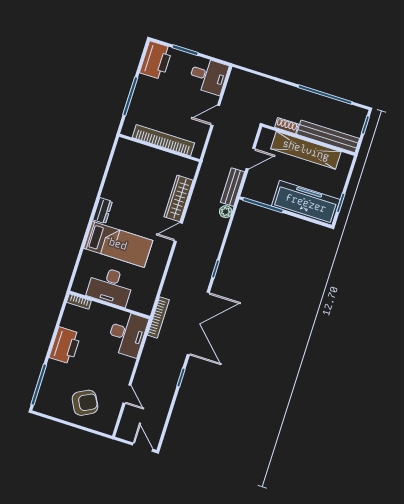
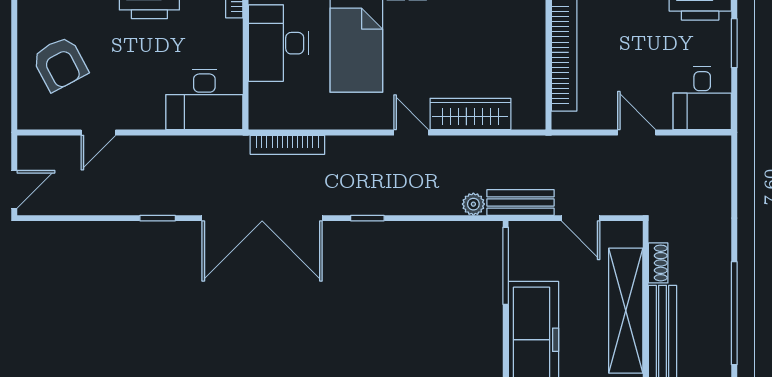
bookcase: (158, 317) -> (287, 145), moved

